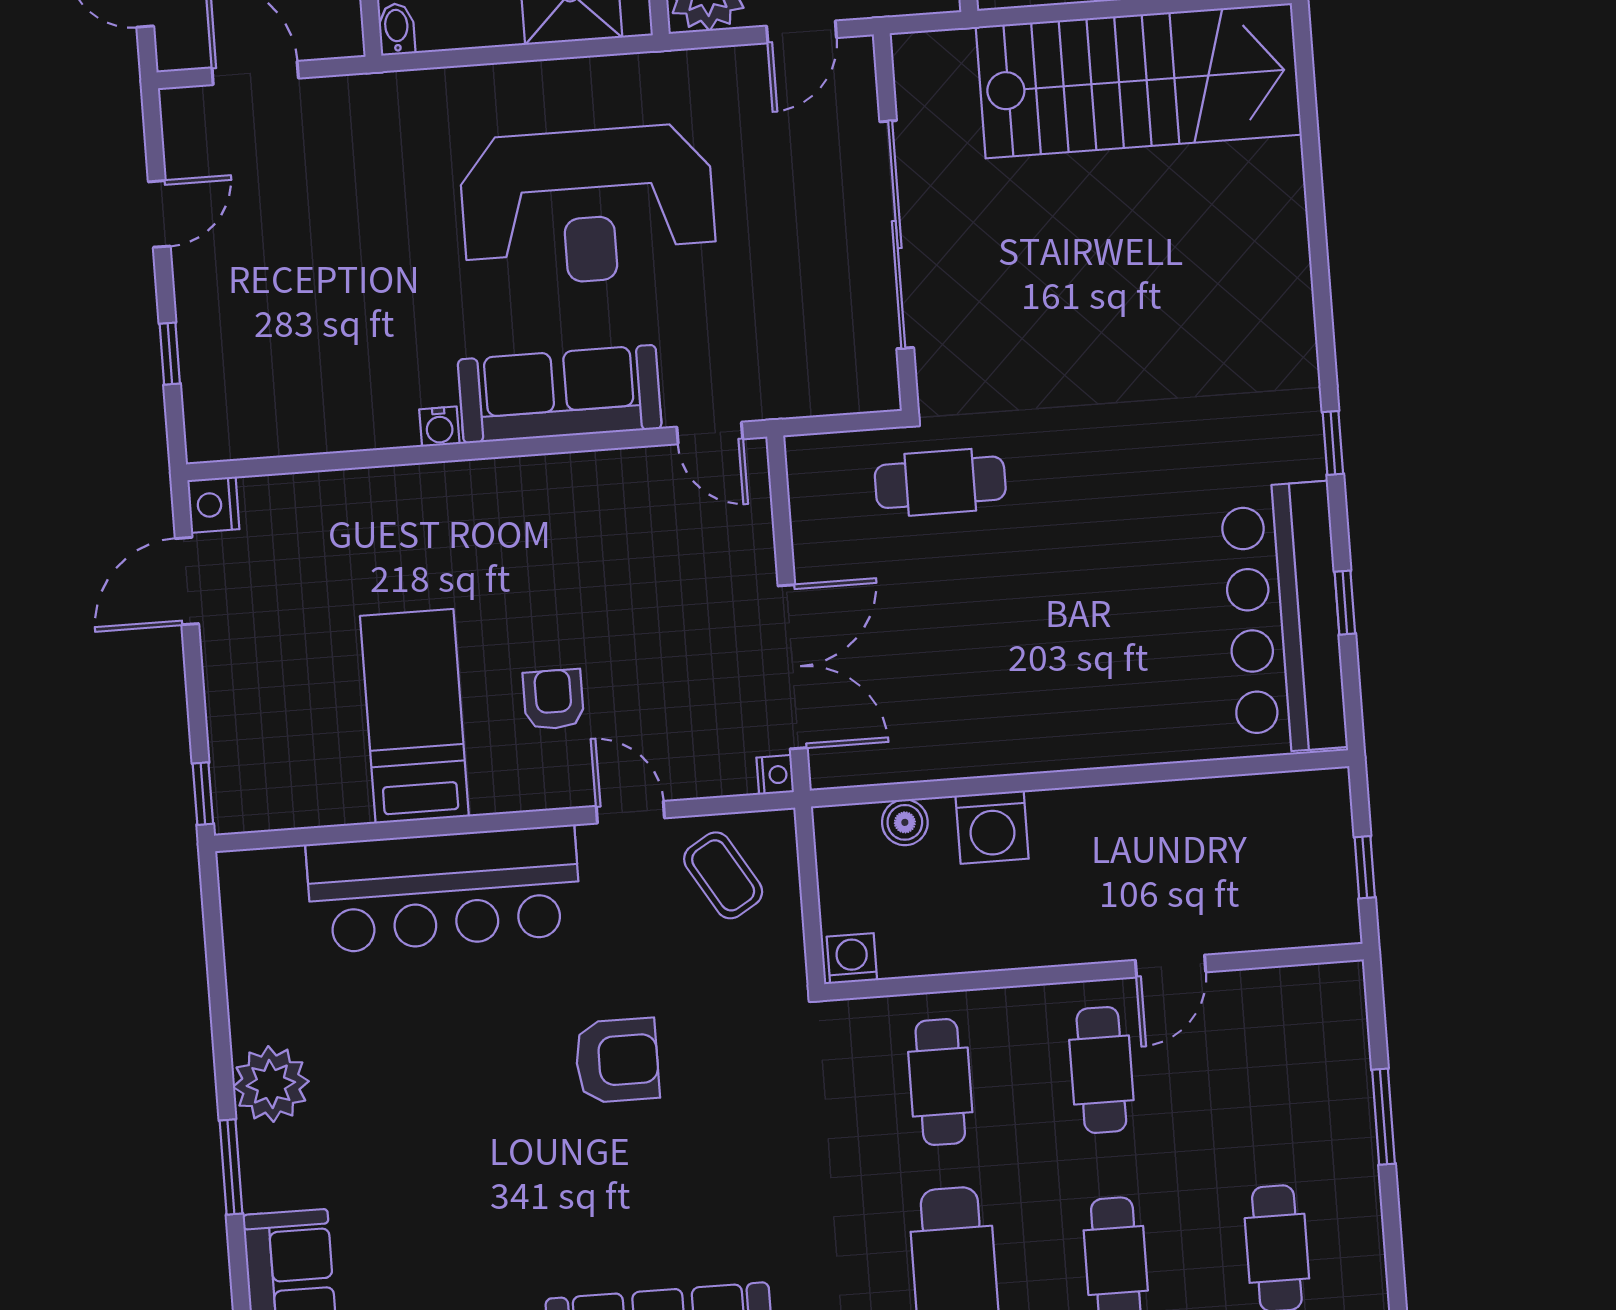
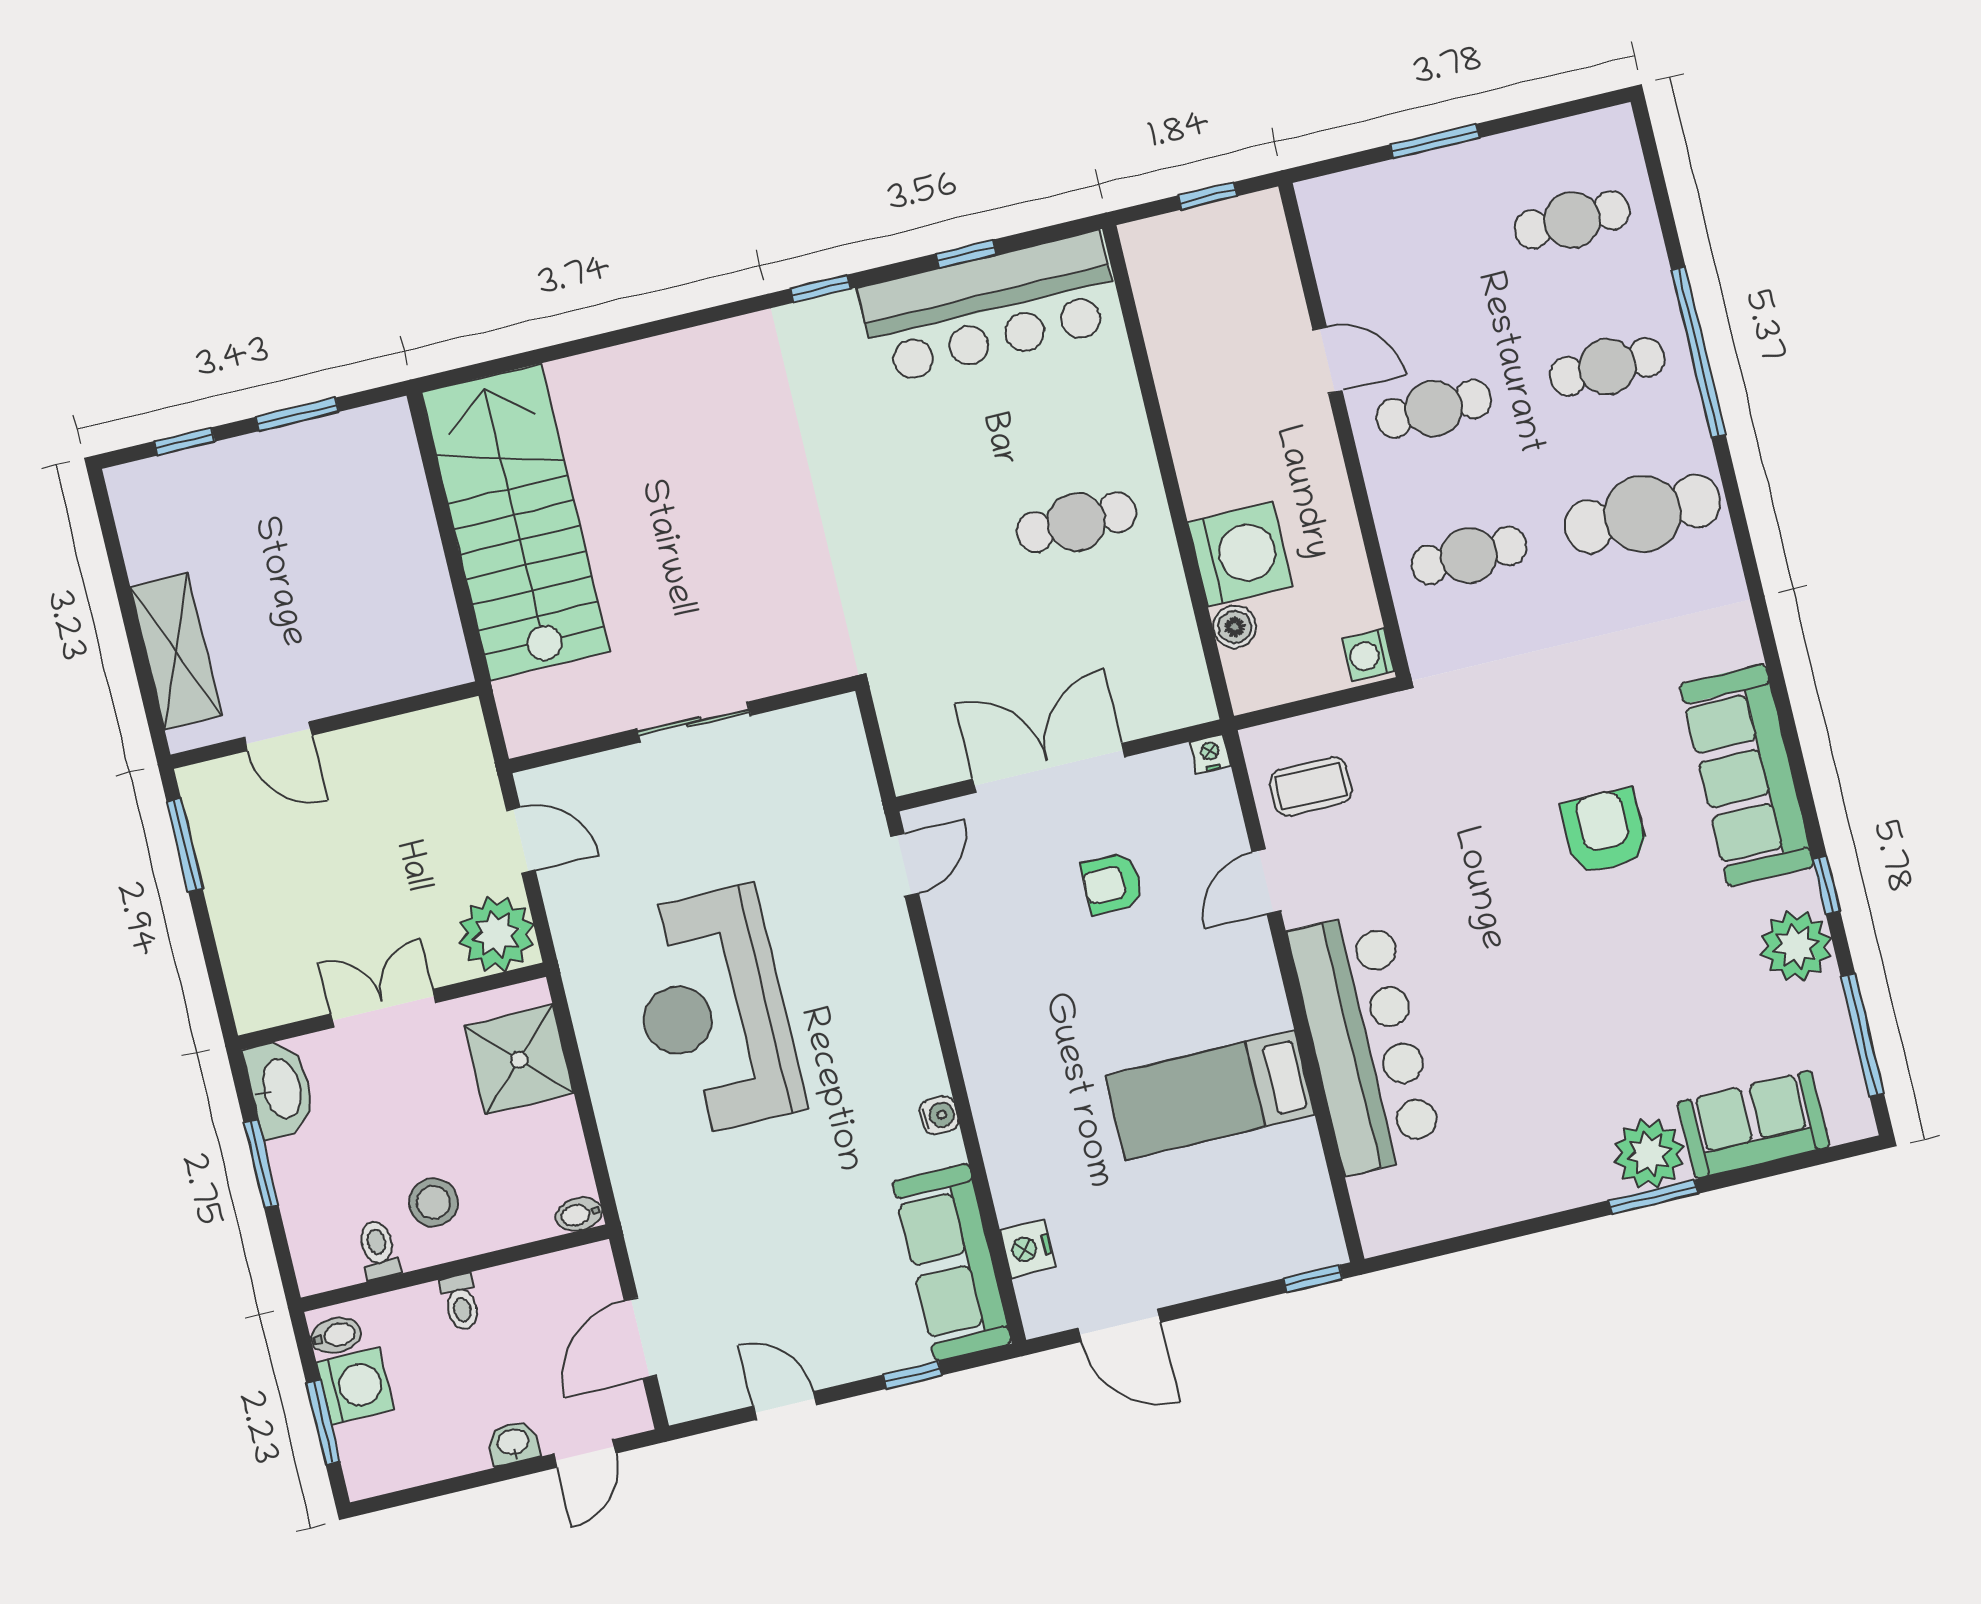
reception desk: (588, 206) -> (713, 1012), turned 180
sliding door: (897, 235) -> (694, 722), width x0.54
sofa: (560, 394) -> (952, 1262), moved
cafe table: (940, 482) -> (1076, 522), moved, turned 90
nightstand: (213, 505) -> (1028, 1249), moved, turned 90
double door: (793, 667) -> (1049, 768), moved
armchair: (553, 699) -> (1112, 883), moved
washing machine: (992, 827) -> (1240, 554), width x1.37, depth x1.37
coffee table: (723, 875) -> (1311, 787), turned 31
armchair: (617, 1060) -> (1604, 831), moved
plant: (271, 1084) -> (1649, 1154), moved

